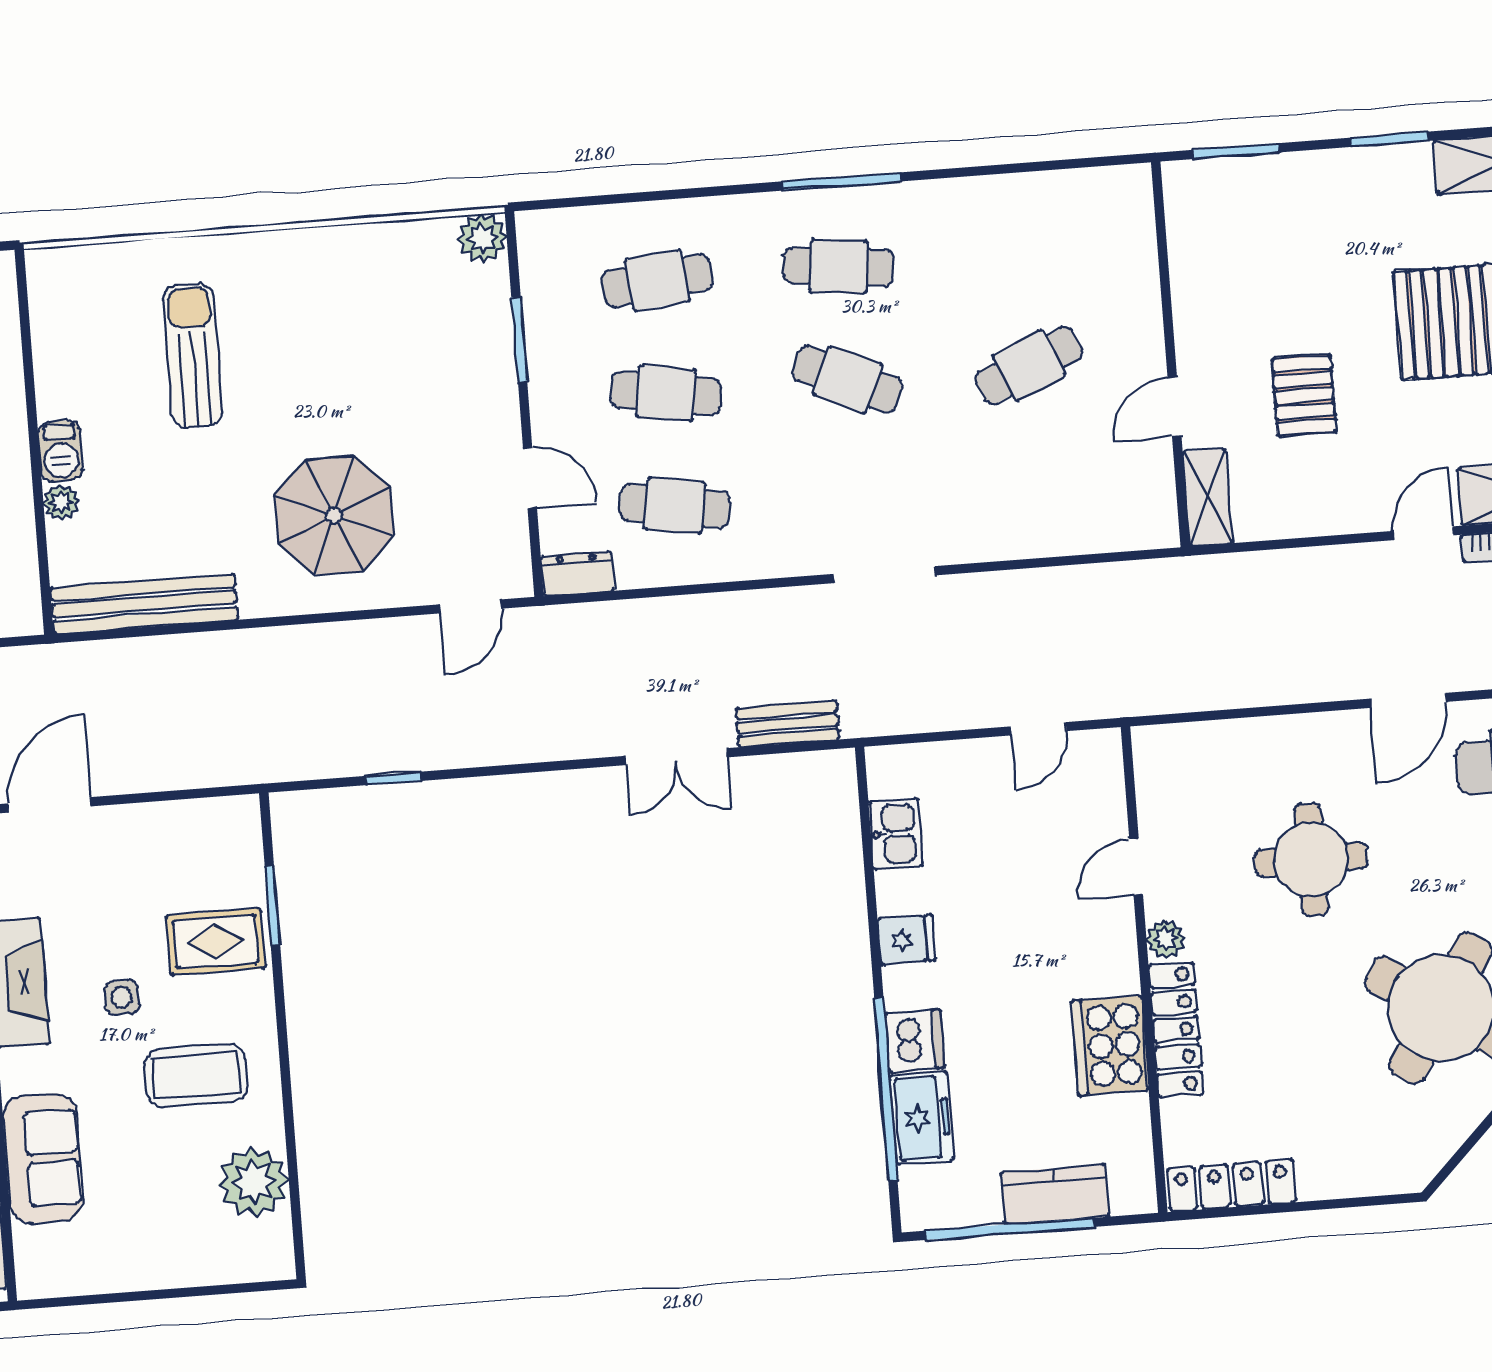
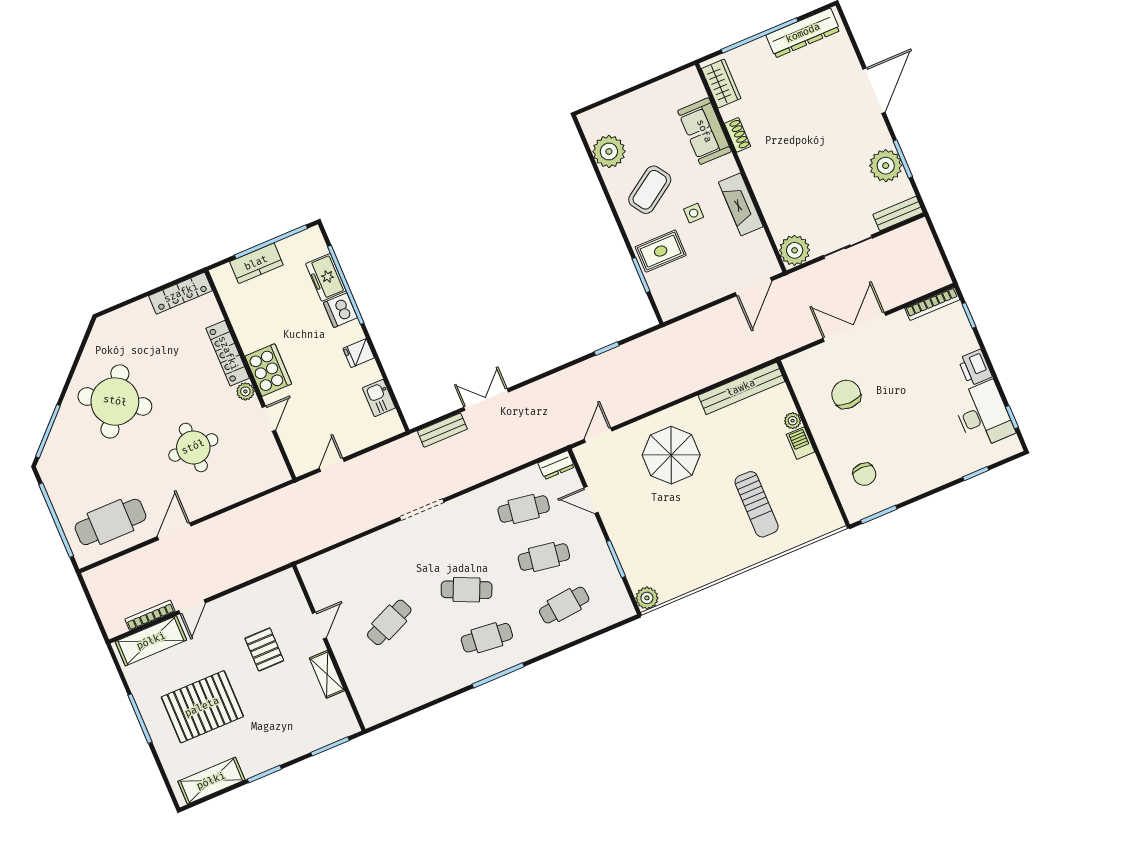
shelving: (1208, 497) -> (327, 674), moved
cooker: (1110, 1045) -> (268, 370), moved
coffee table: (196, 1075) -> (650, 190), turned -34

